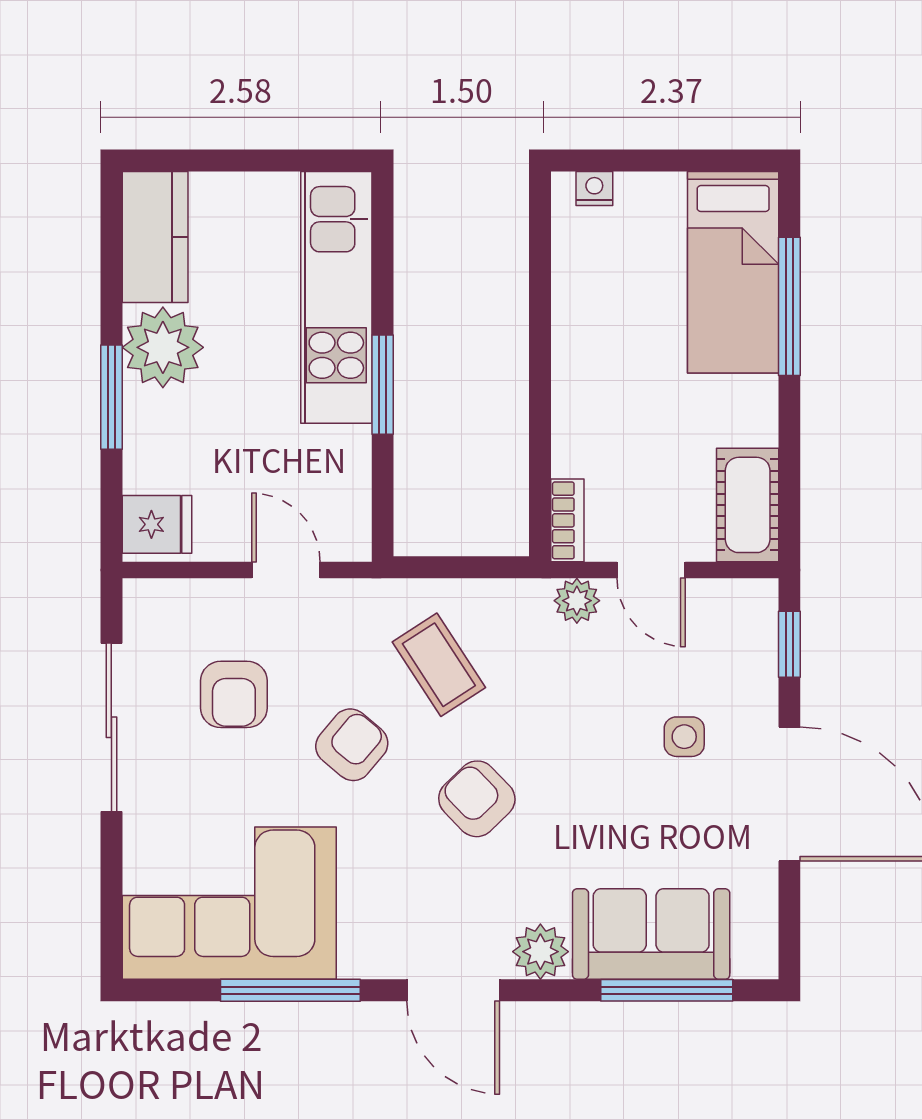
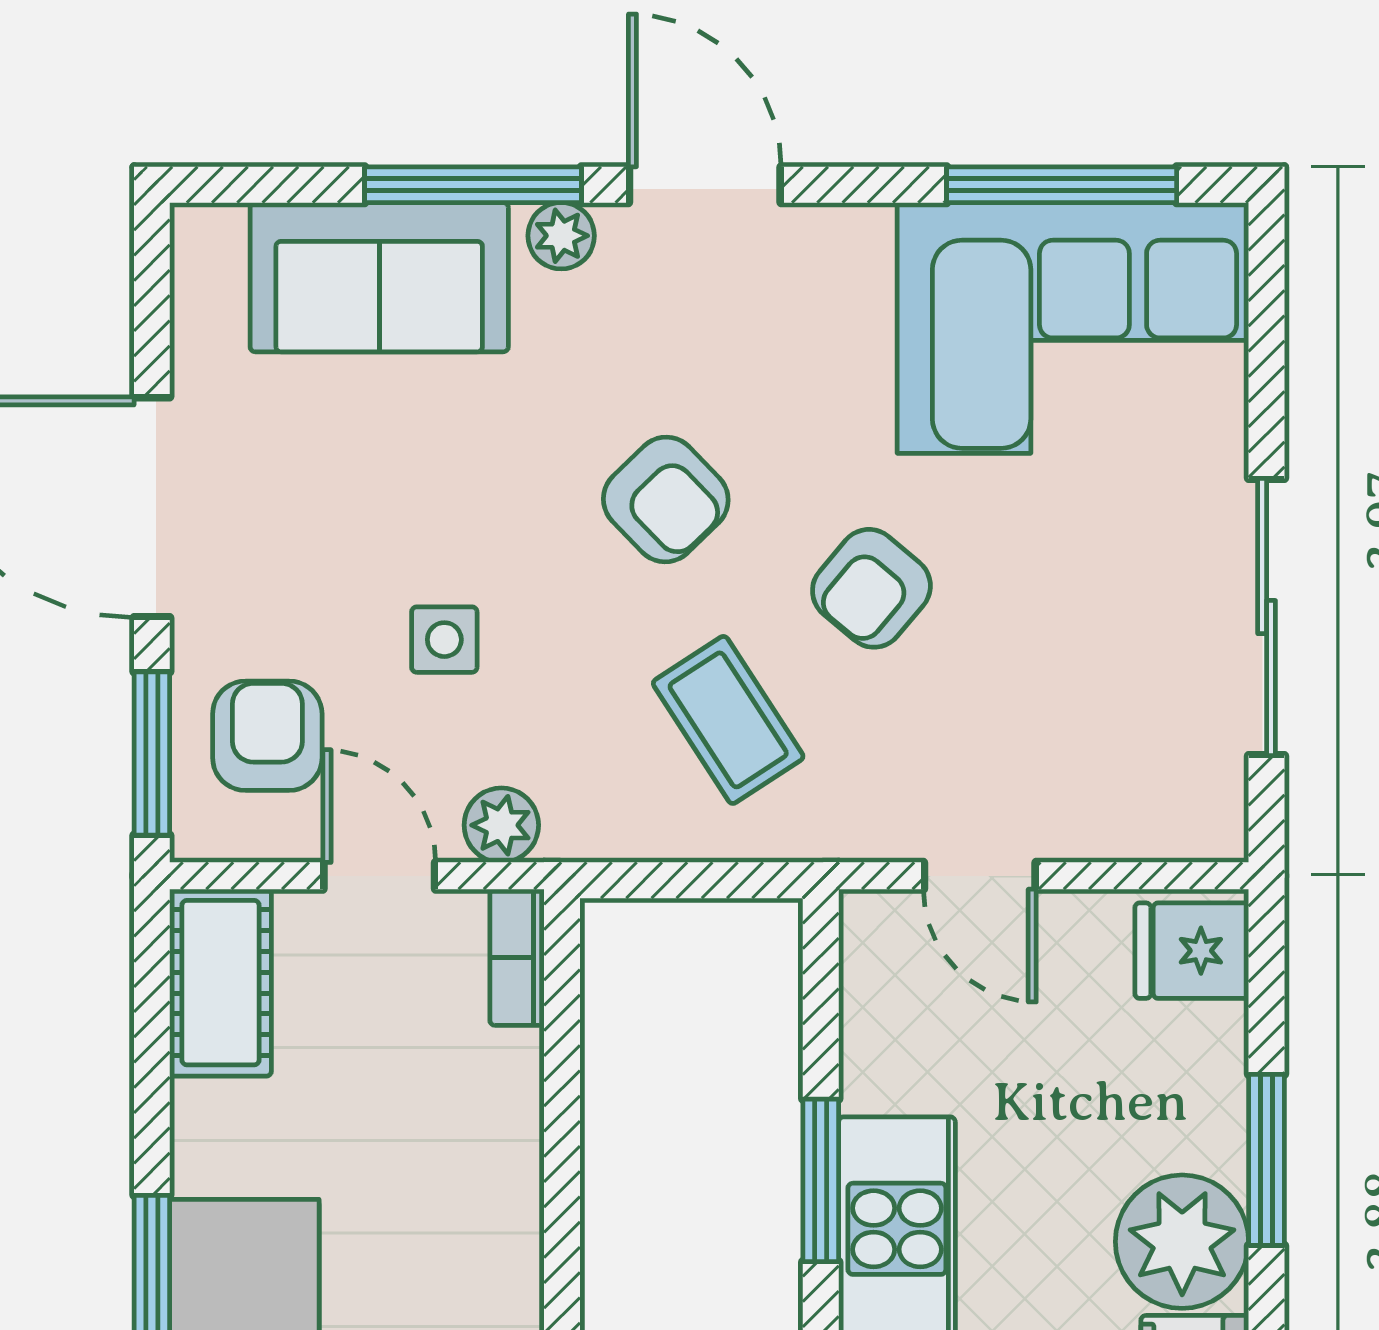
window: (789, 644) -> (152, 754), width x1.50
armchair: (234, 694) -> (267, 736), moved
side table: (684, 737) -> (444, 640), moved
plant: (540, 952) -> (561, 236), width x0.73, depth x0.73
window: (290, 990) -> (1062, 185), moved
window: (667, 990) -> (473, 185), moved

